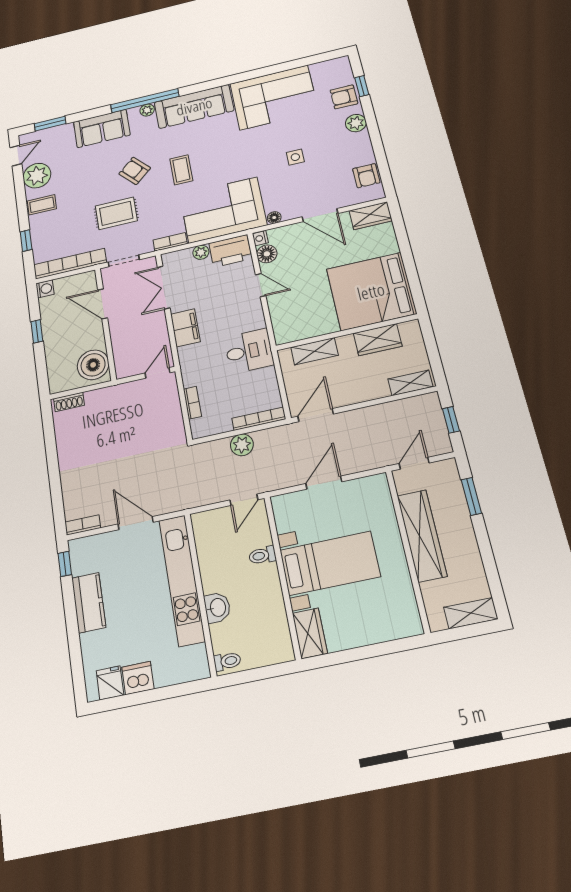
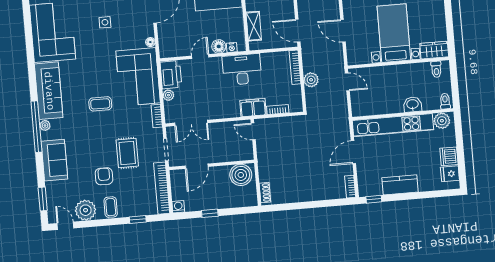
armchair: (135, 171) -> (104, 176), moved, turned 132
nightstand: (260, 238) -> (232, 47), moved
floor lamp: (267, 254) -> (219, 46), moved
filing cabinet: (185, 328) -> (253, 108), moved
desk: (249, 351) -> (242, 69), width x1.37
toilet: (262, 555) -> (436, 69), moved
plant: (195, 659) -> (442, 121), added

